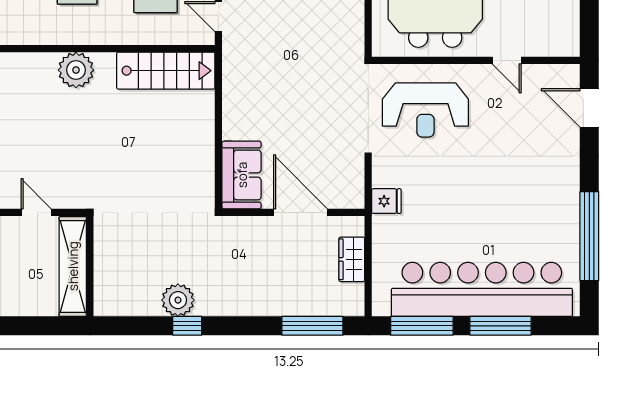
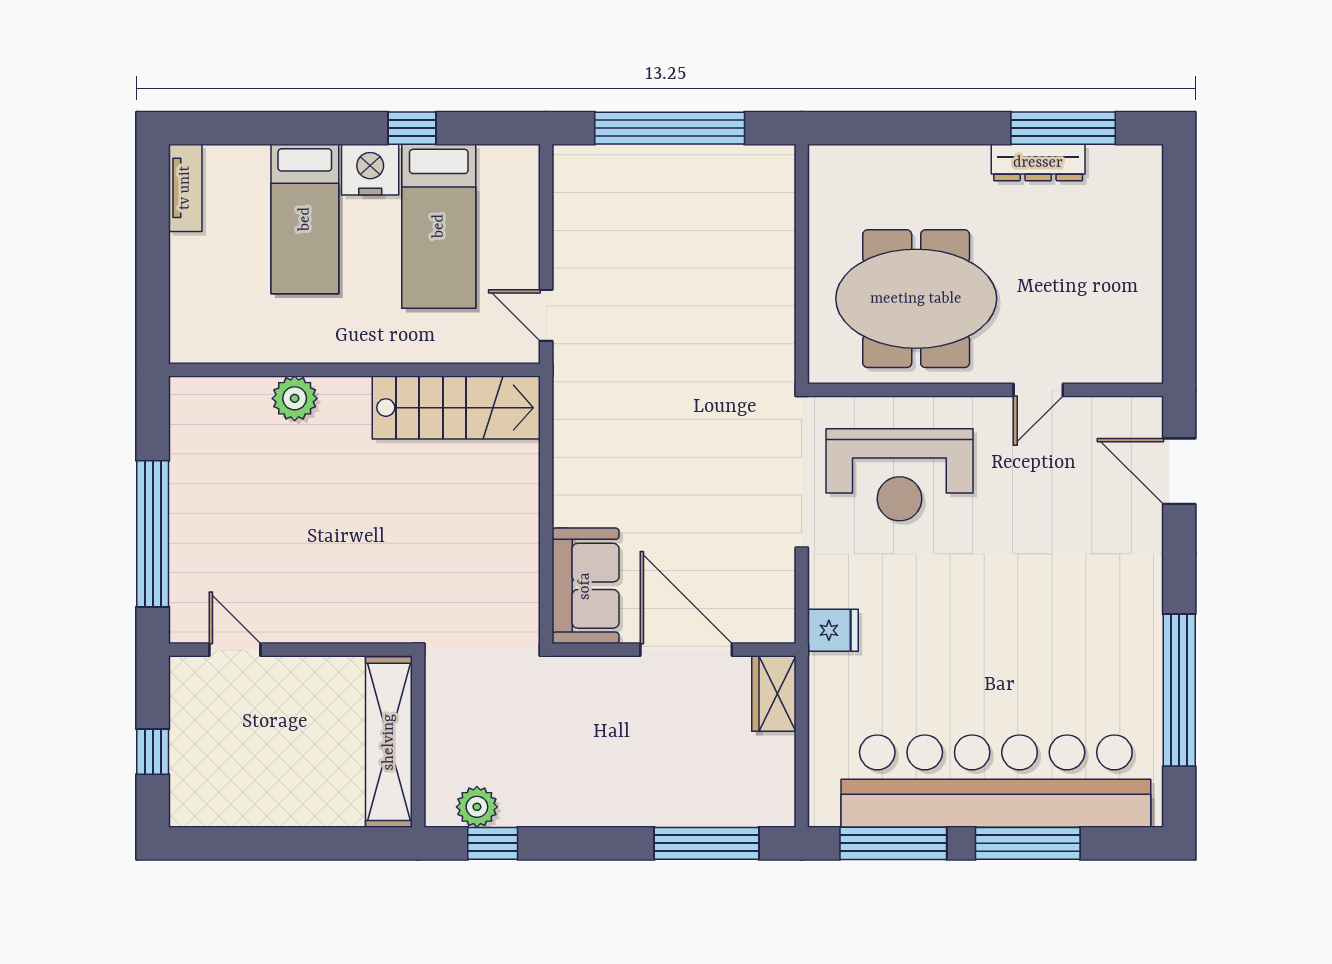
door: (507, 60) -> (1038, 390), hinge flipped
plant: (76, 70) -> (295, 398), width x0.73, depth x0.73
wardrobe: (352, 259) -> (774, 693), moved
shelving: (73, 266) -> (389, 742), moved
wall: (90, 266) -> (418, 741), moved
plant: (178, 300) -> (477, 807), width x0.73, depth x0.73

